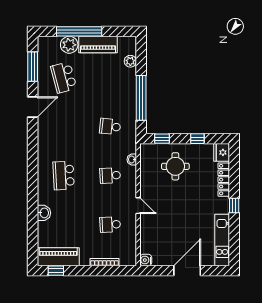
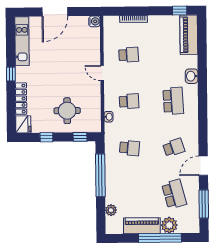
school desk: (64, 126) -> (174, 147), added
washbasin: (44, 213) -> (192, 76), moved
piano: (58, 257) -> (189, 35), moved, turned 90

